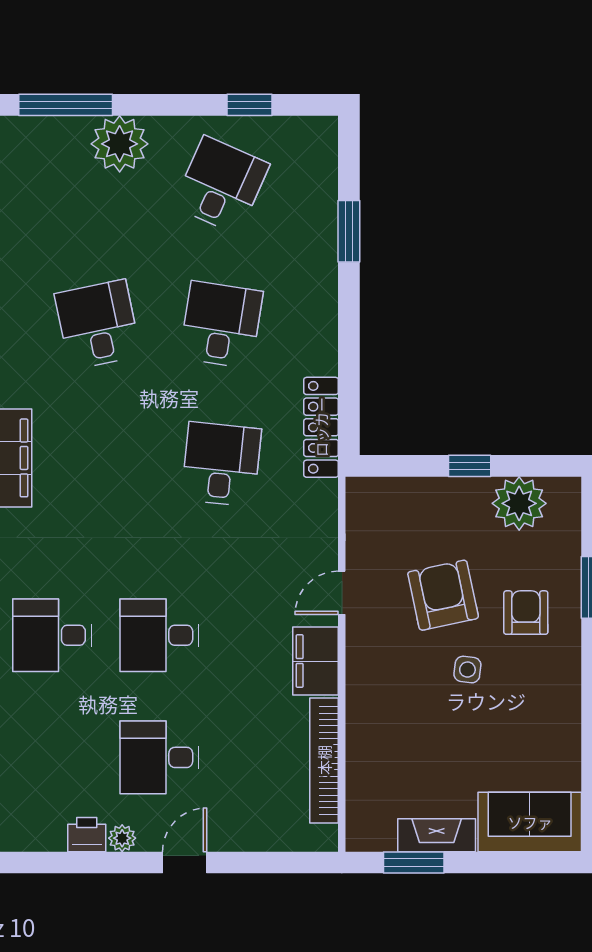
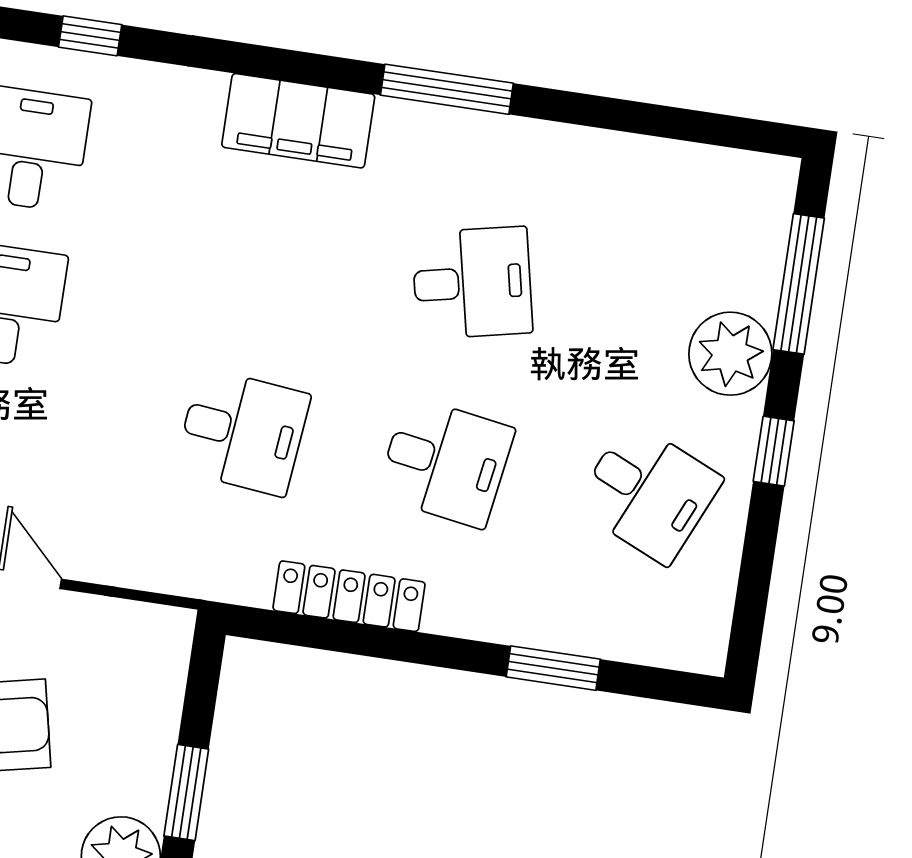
window: (249, 105) -> (774, 451), moved
locker: (321, 427) -> (349, 596), moved
window: (470, 466) -> (186, 793), width x1.50

